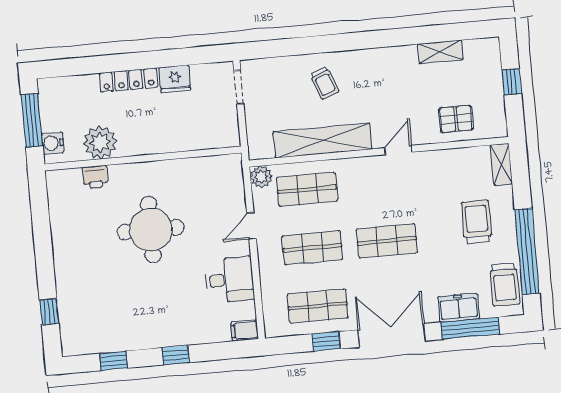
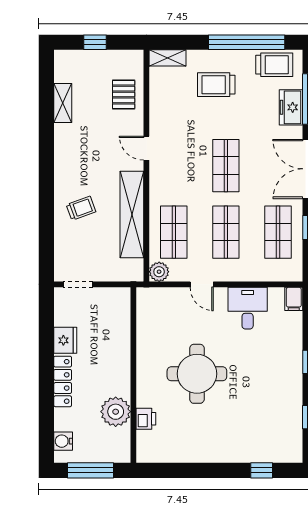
water cooler: (53, 143) -> (63, 441), moved, turned 90

